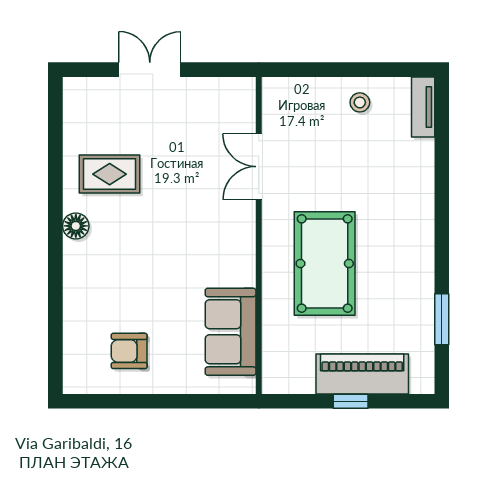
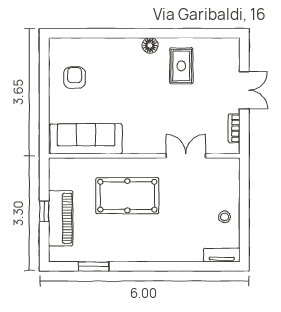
bookcase: (213, 87) -> (234, 128), added
sofa: (231, 332) -> (86, 139), width x1.36

